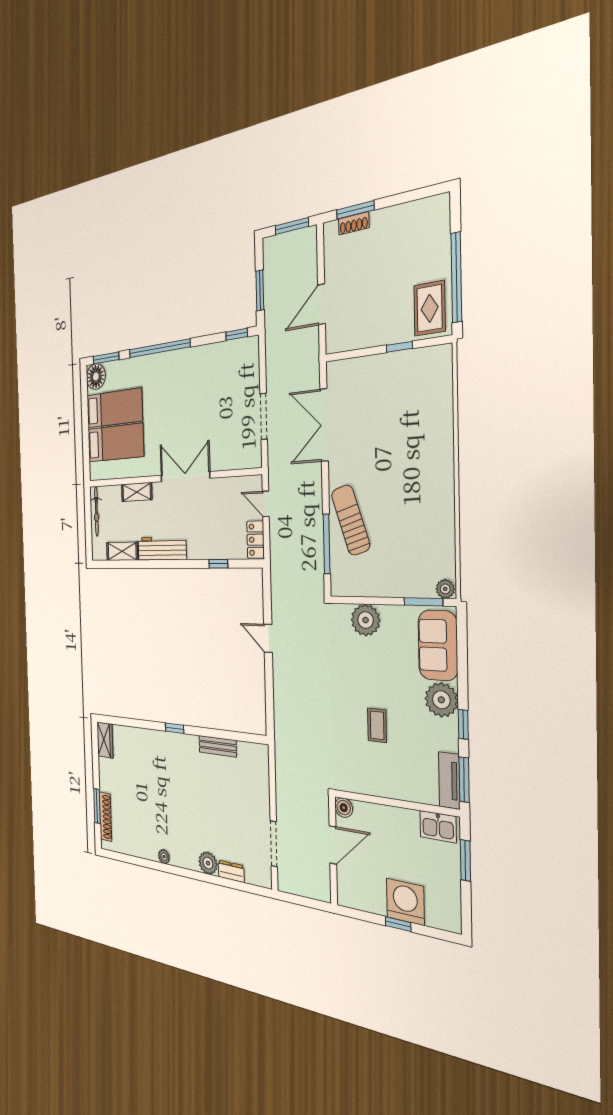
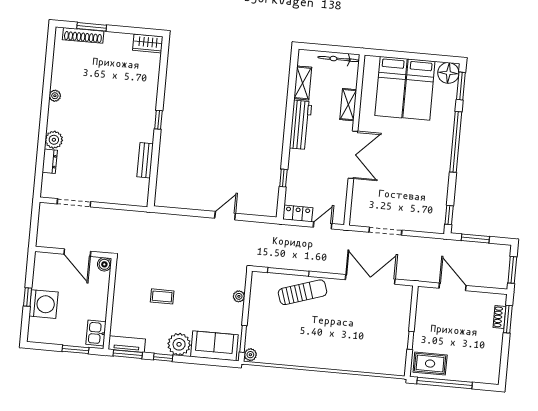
plant: (366, 620) -> (239, 296), width x0.53, depth x0.53

